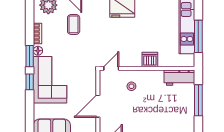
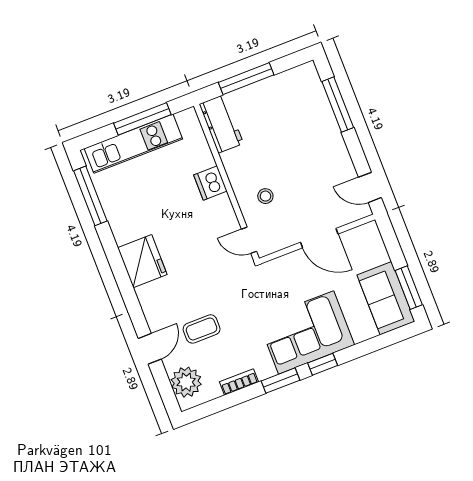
floor lamp: (38, 51) -> (267, 370), removed

